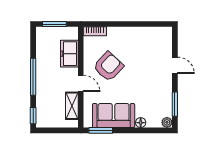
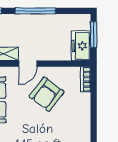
freezer: (69, 54) -> (81, 46), moved, turned -90
armchair: (108, 67) -> (47, 94), turned 84

